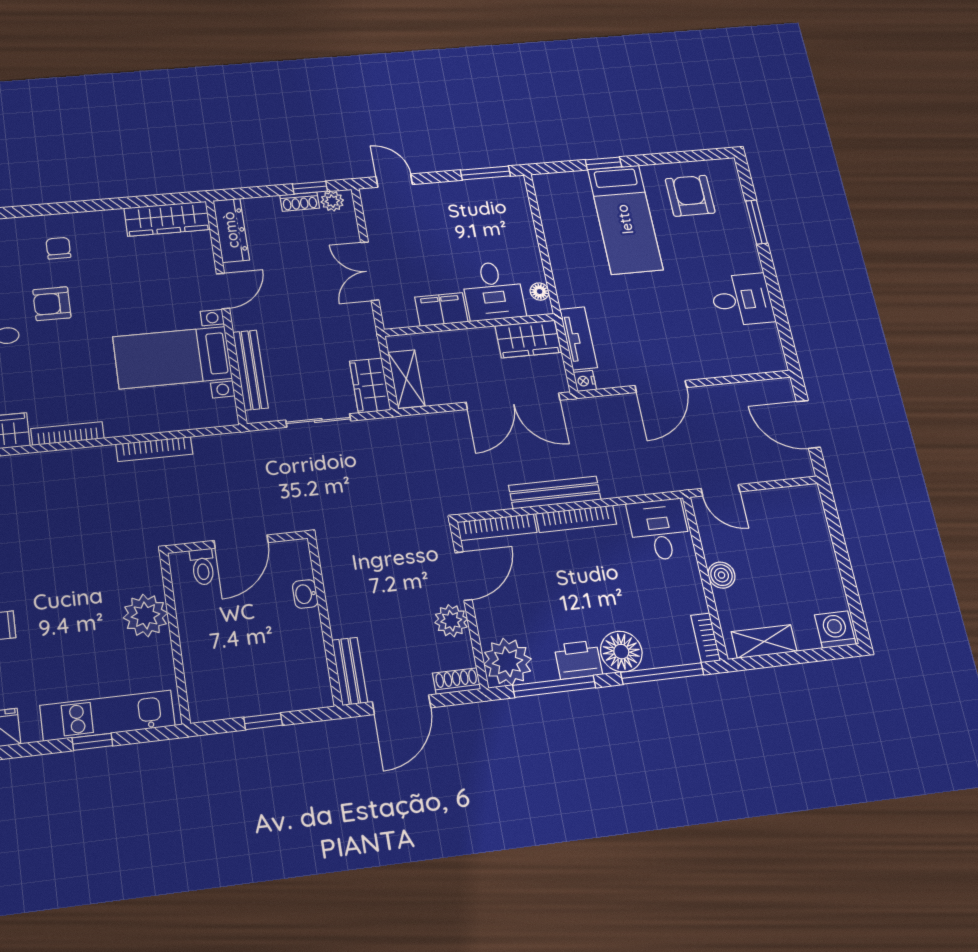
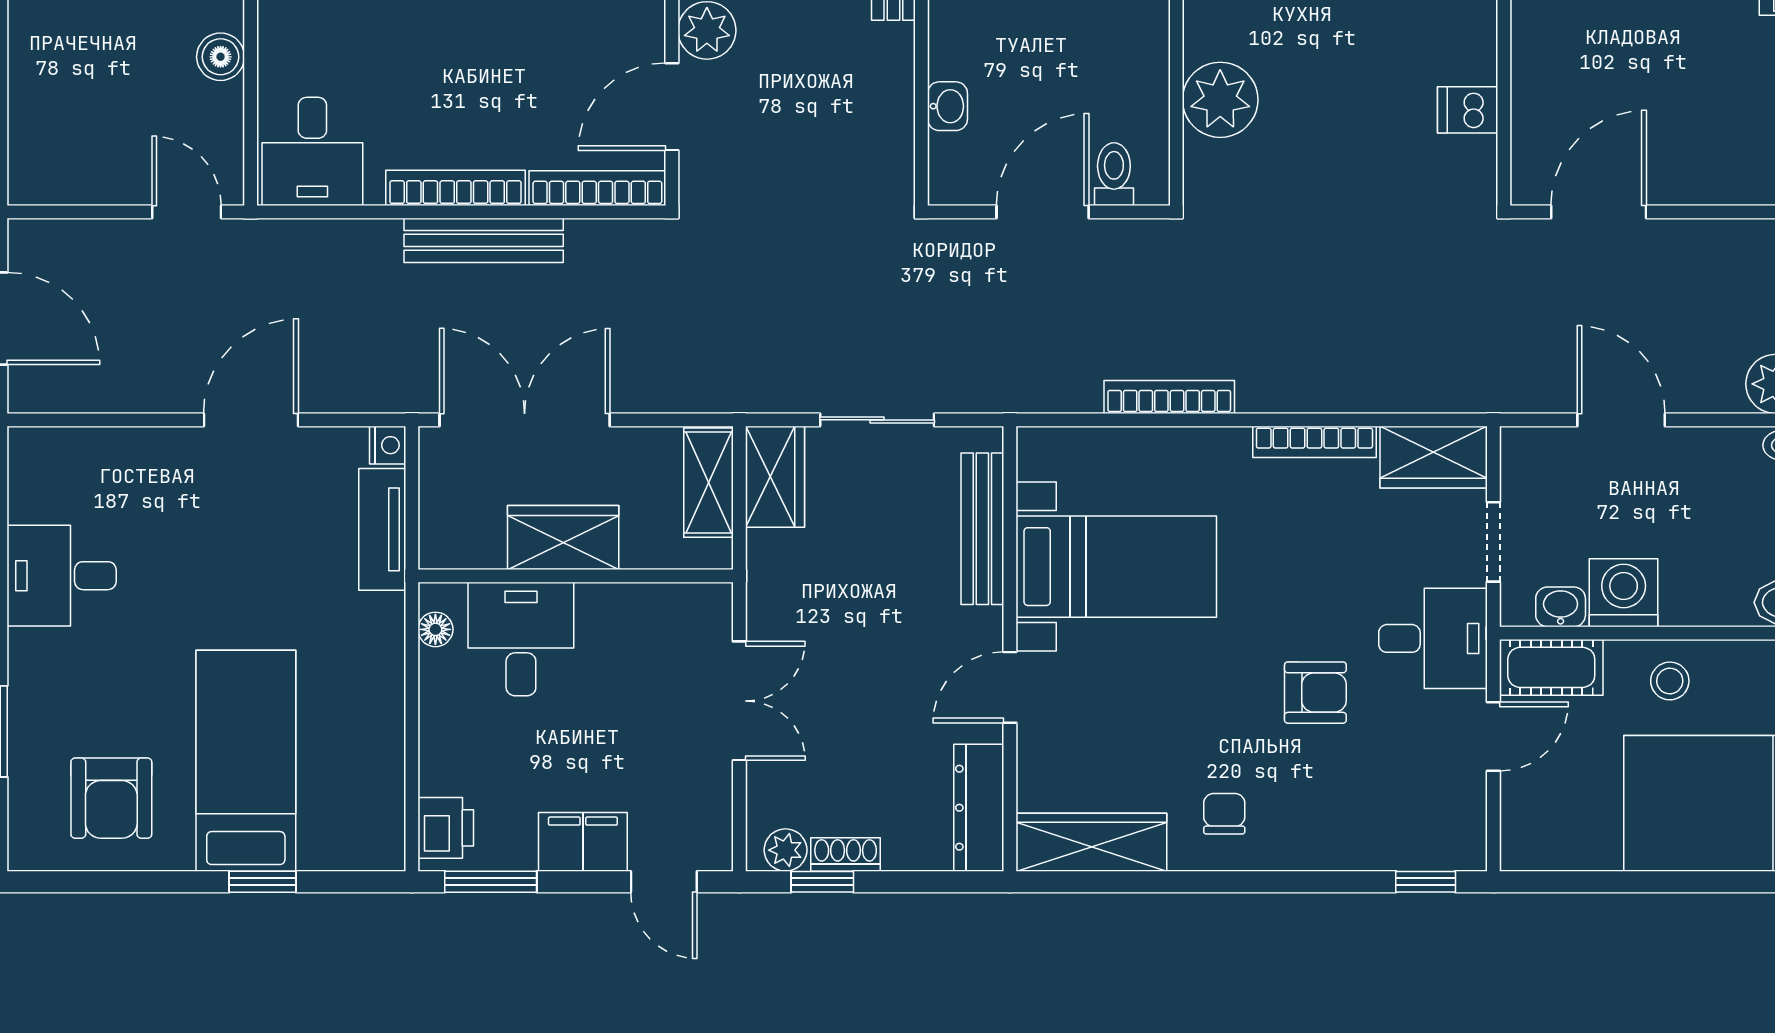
printer: (514, 196) -> (446, 828), added
chair: (58, 248) -> (1224, 814), moved, turned 180
filing cabinet: (441, 309) -> (583, 842), moved, turned 180
wardrobe: (528, 339) -> (563, 537), moved

